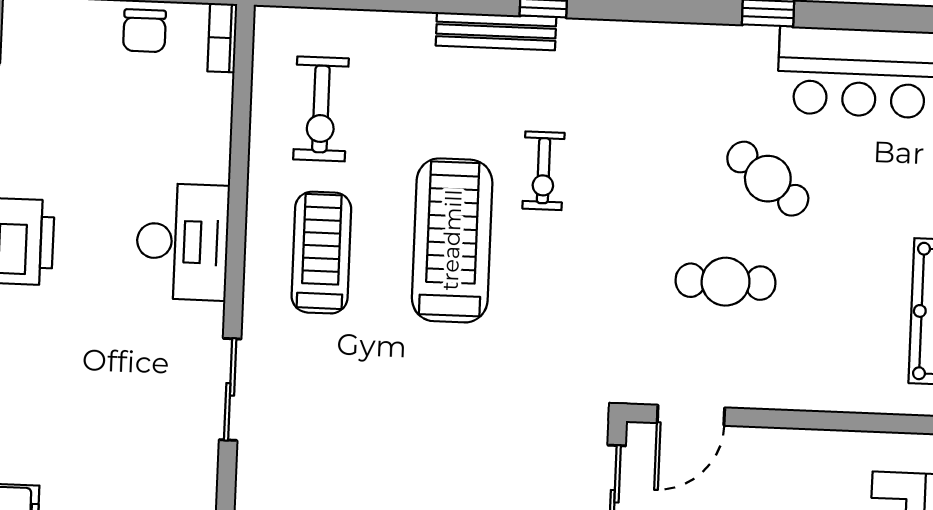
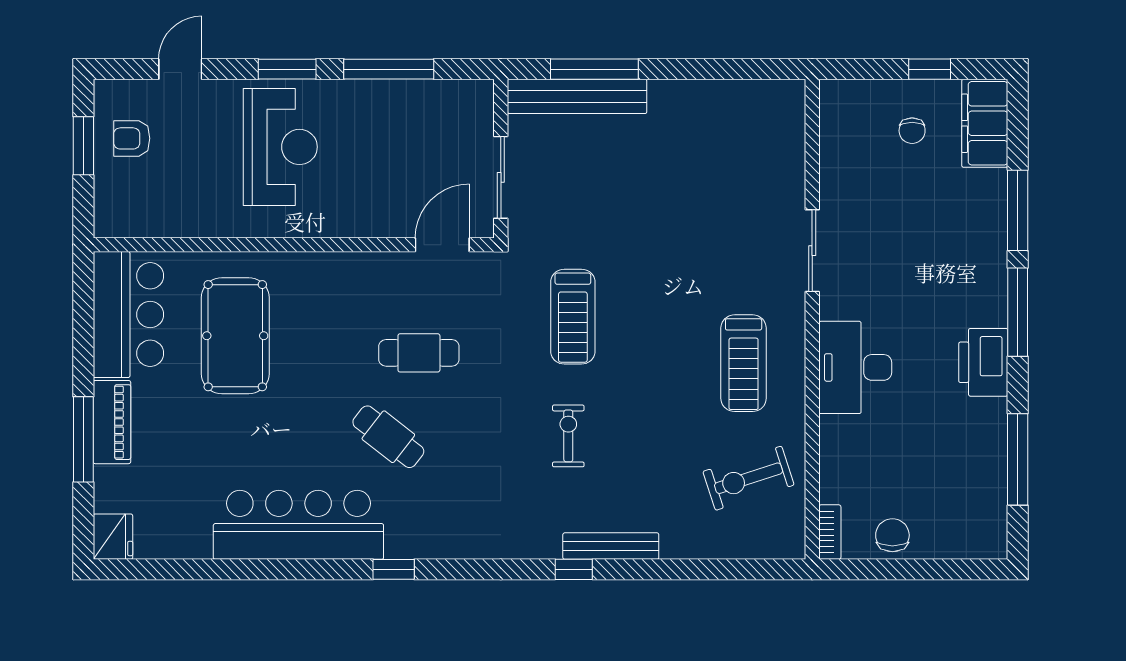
exercise bike: (321, 109) -> (749, 478), turned -108
treadmill: (452, 240) -> (573, 317), moved, width x0.73, depth x0.73

